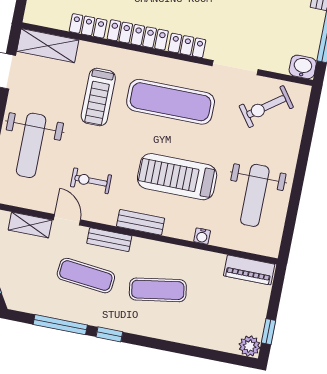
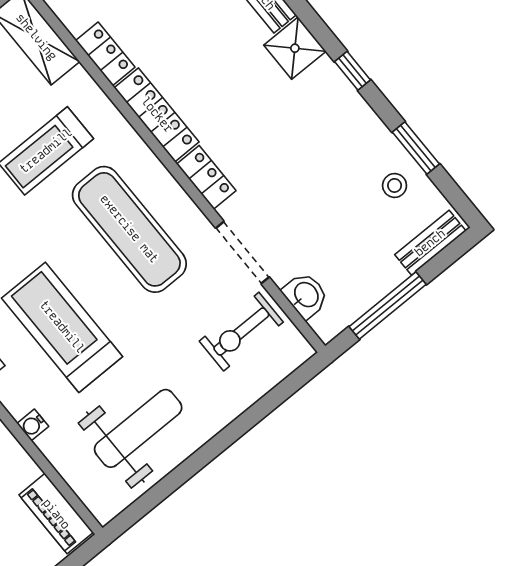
washbasin: (303, 67) -> (306, 295), moved
exercise bike: (266, 107) -> (241, 332), turned -54
weight bench: (255, 195) -> (138, 428), turned 180

